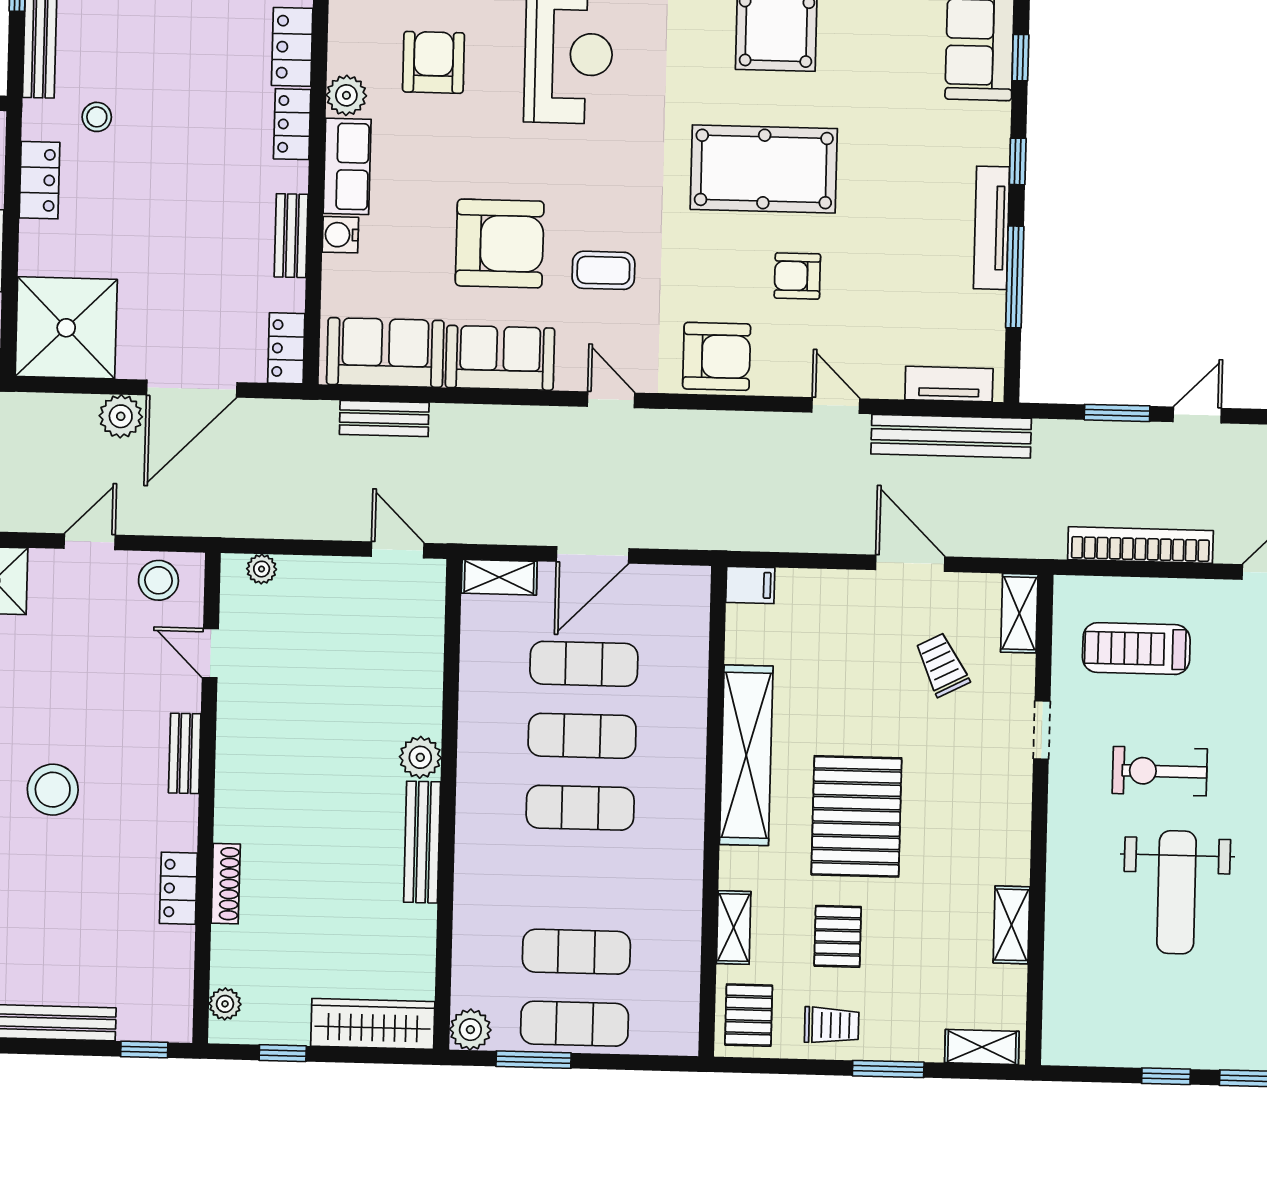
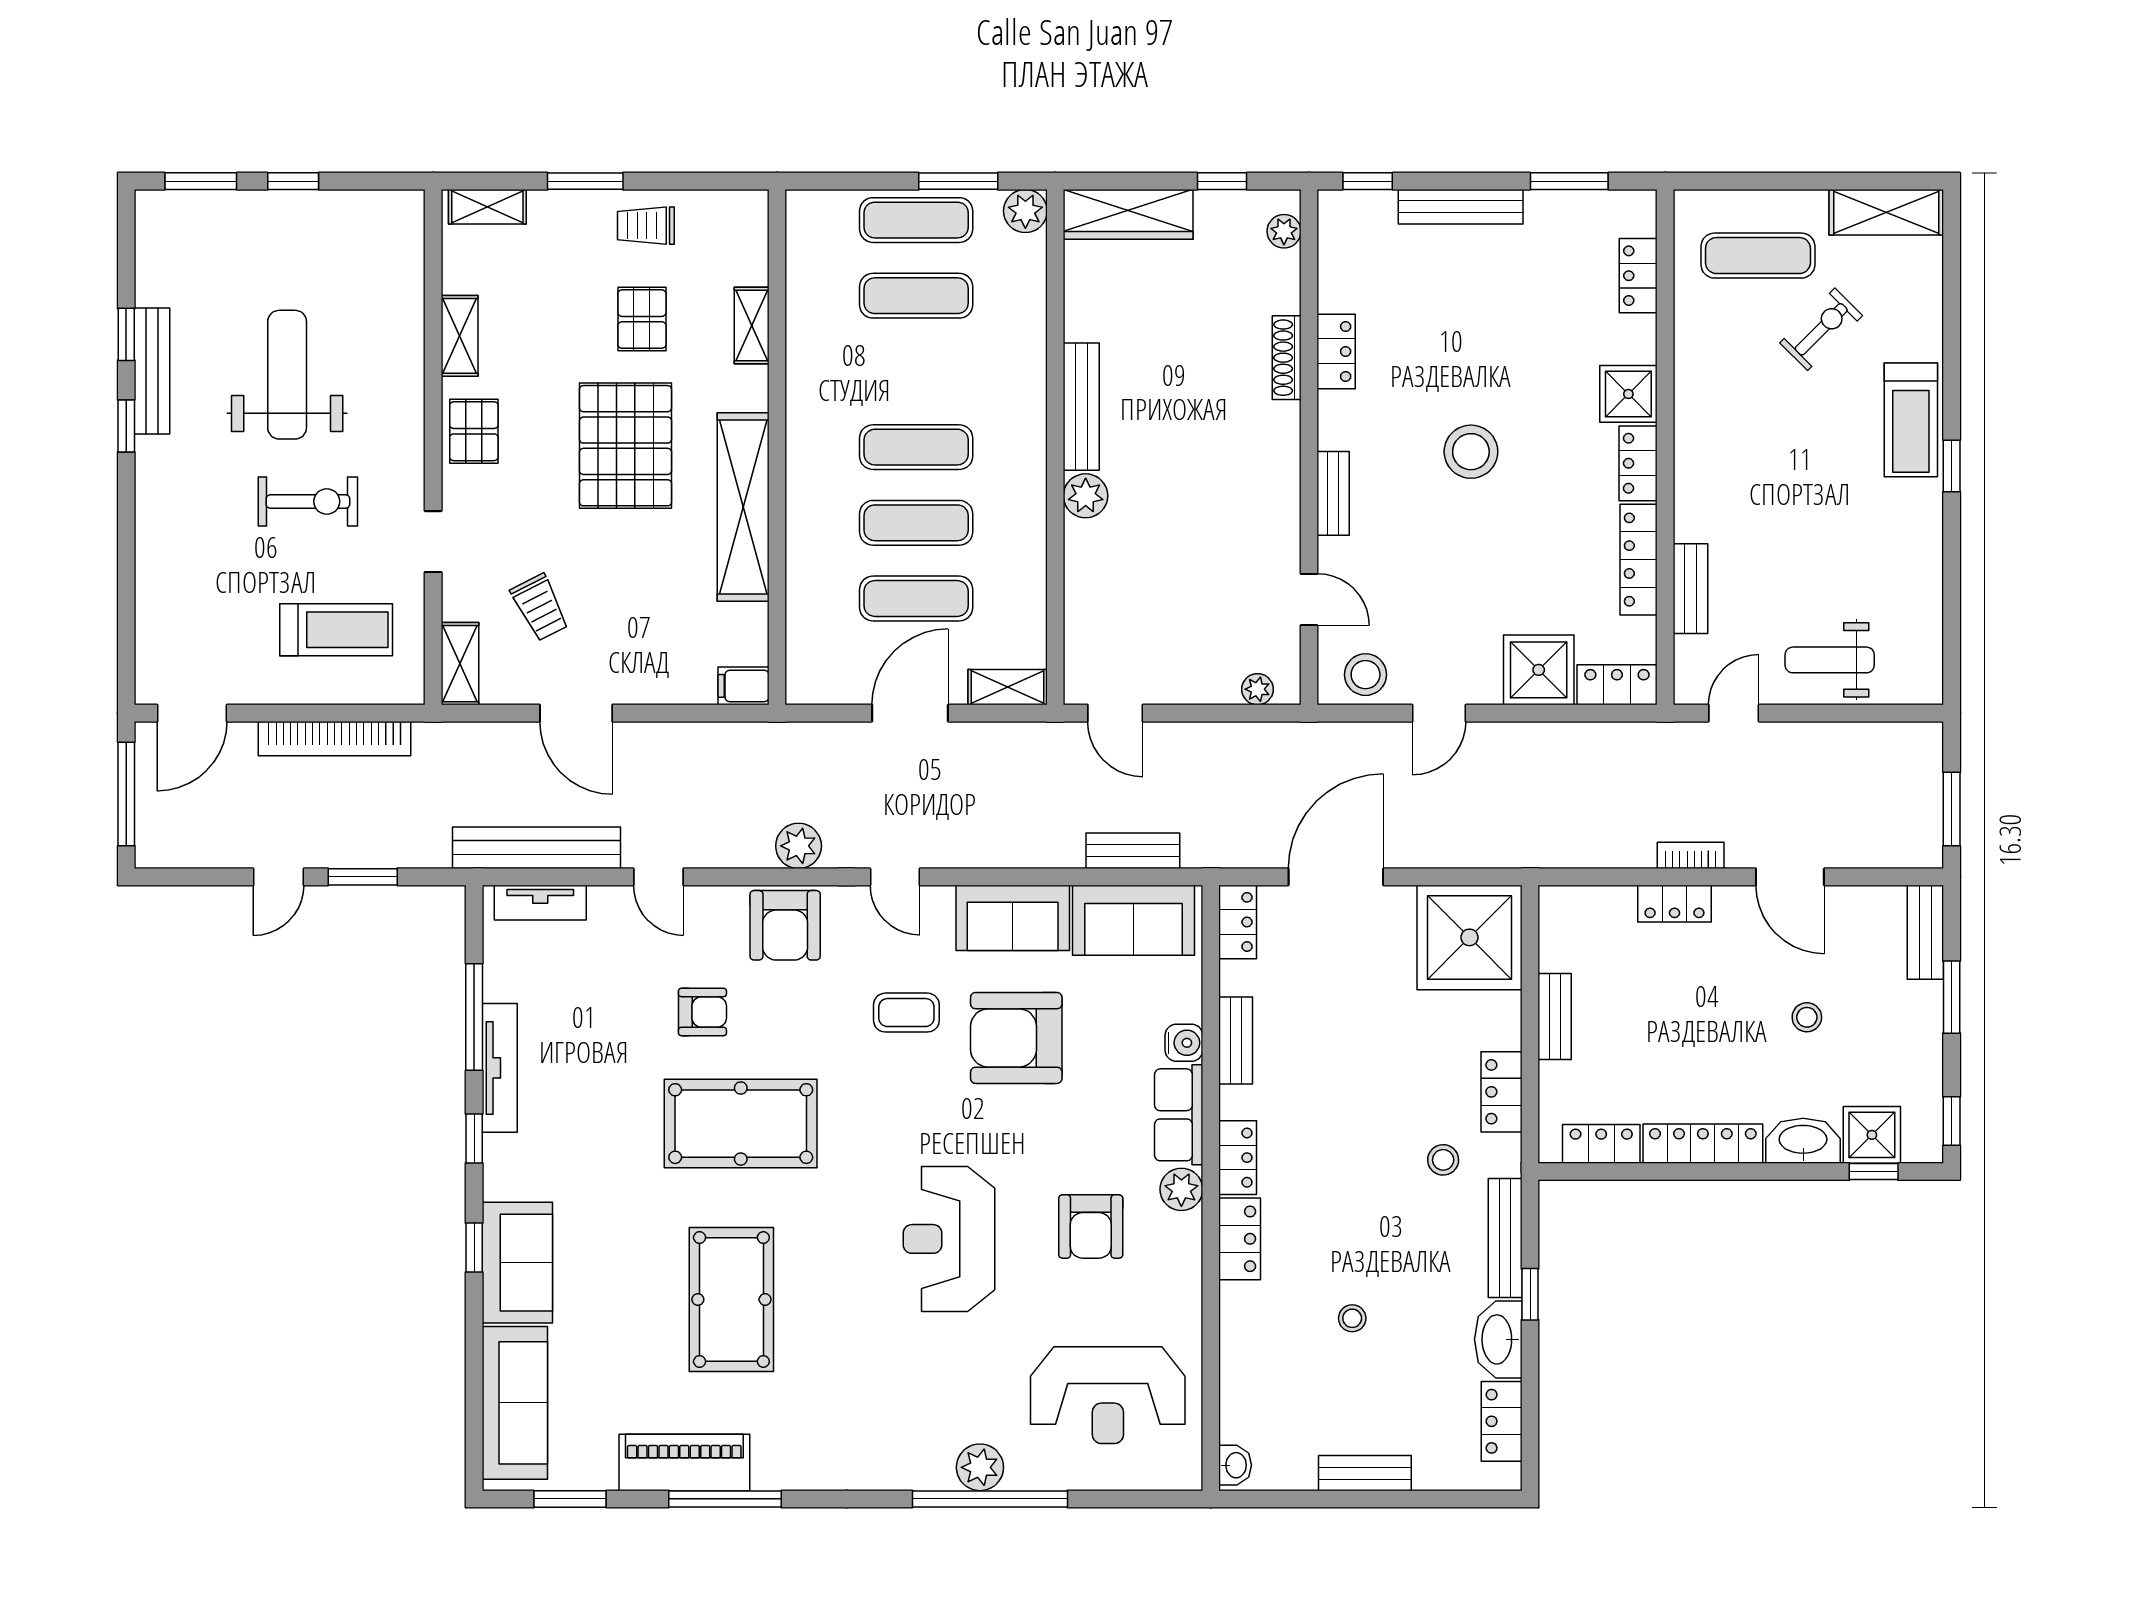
armchair: (717, 356) -> (785, 925), turned -90
plant: (121, 416) -> (799, 846), moved
pallet: (749, 1015) -> (474, 431), moved

